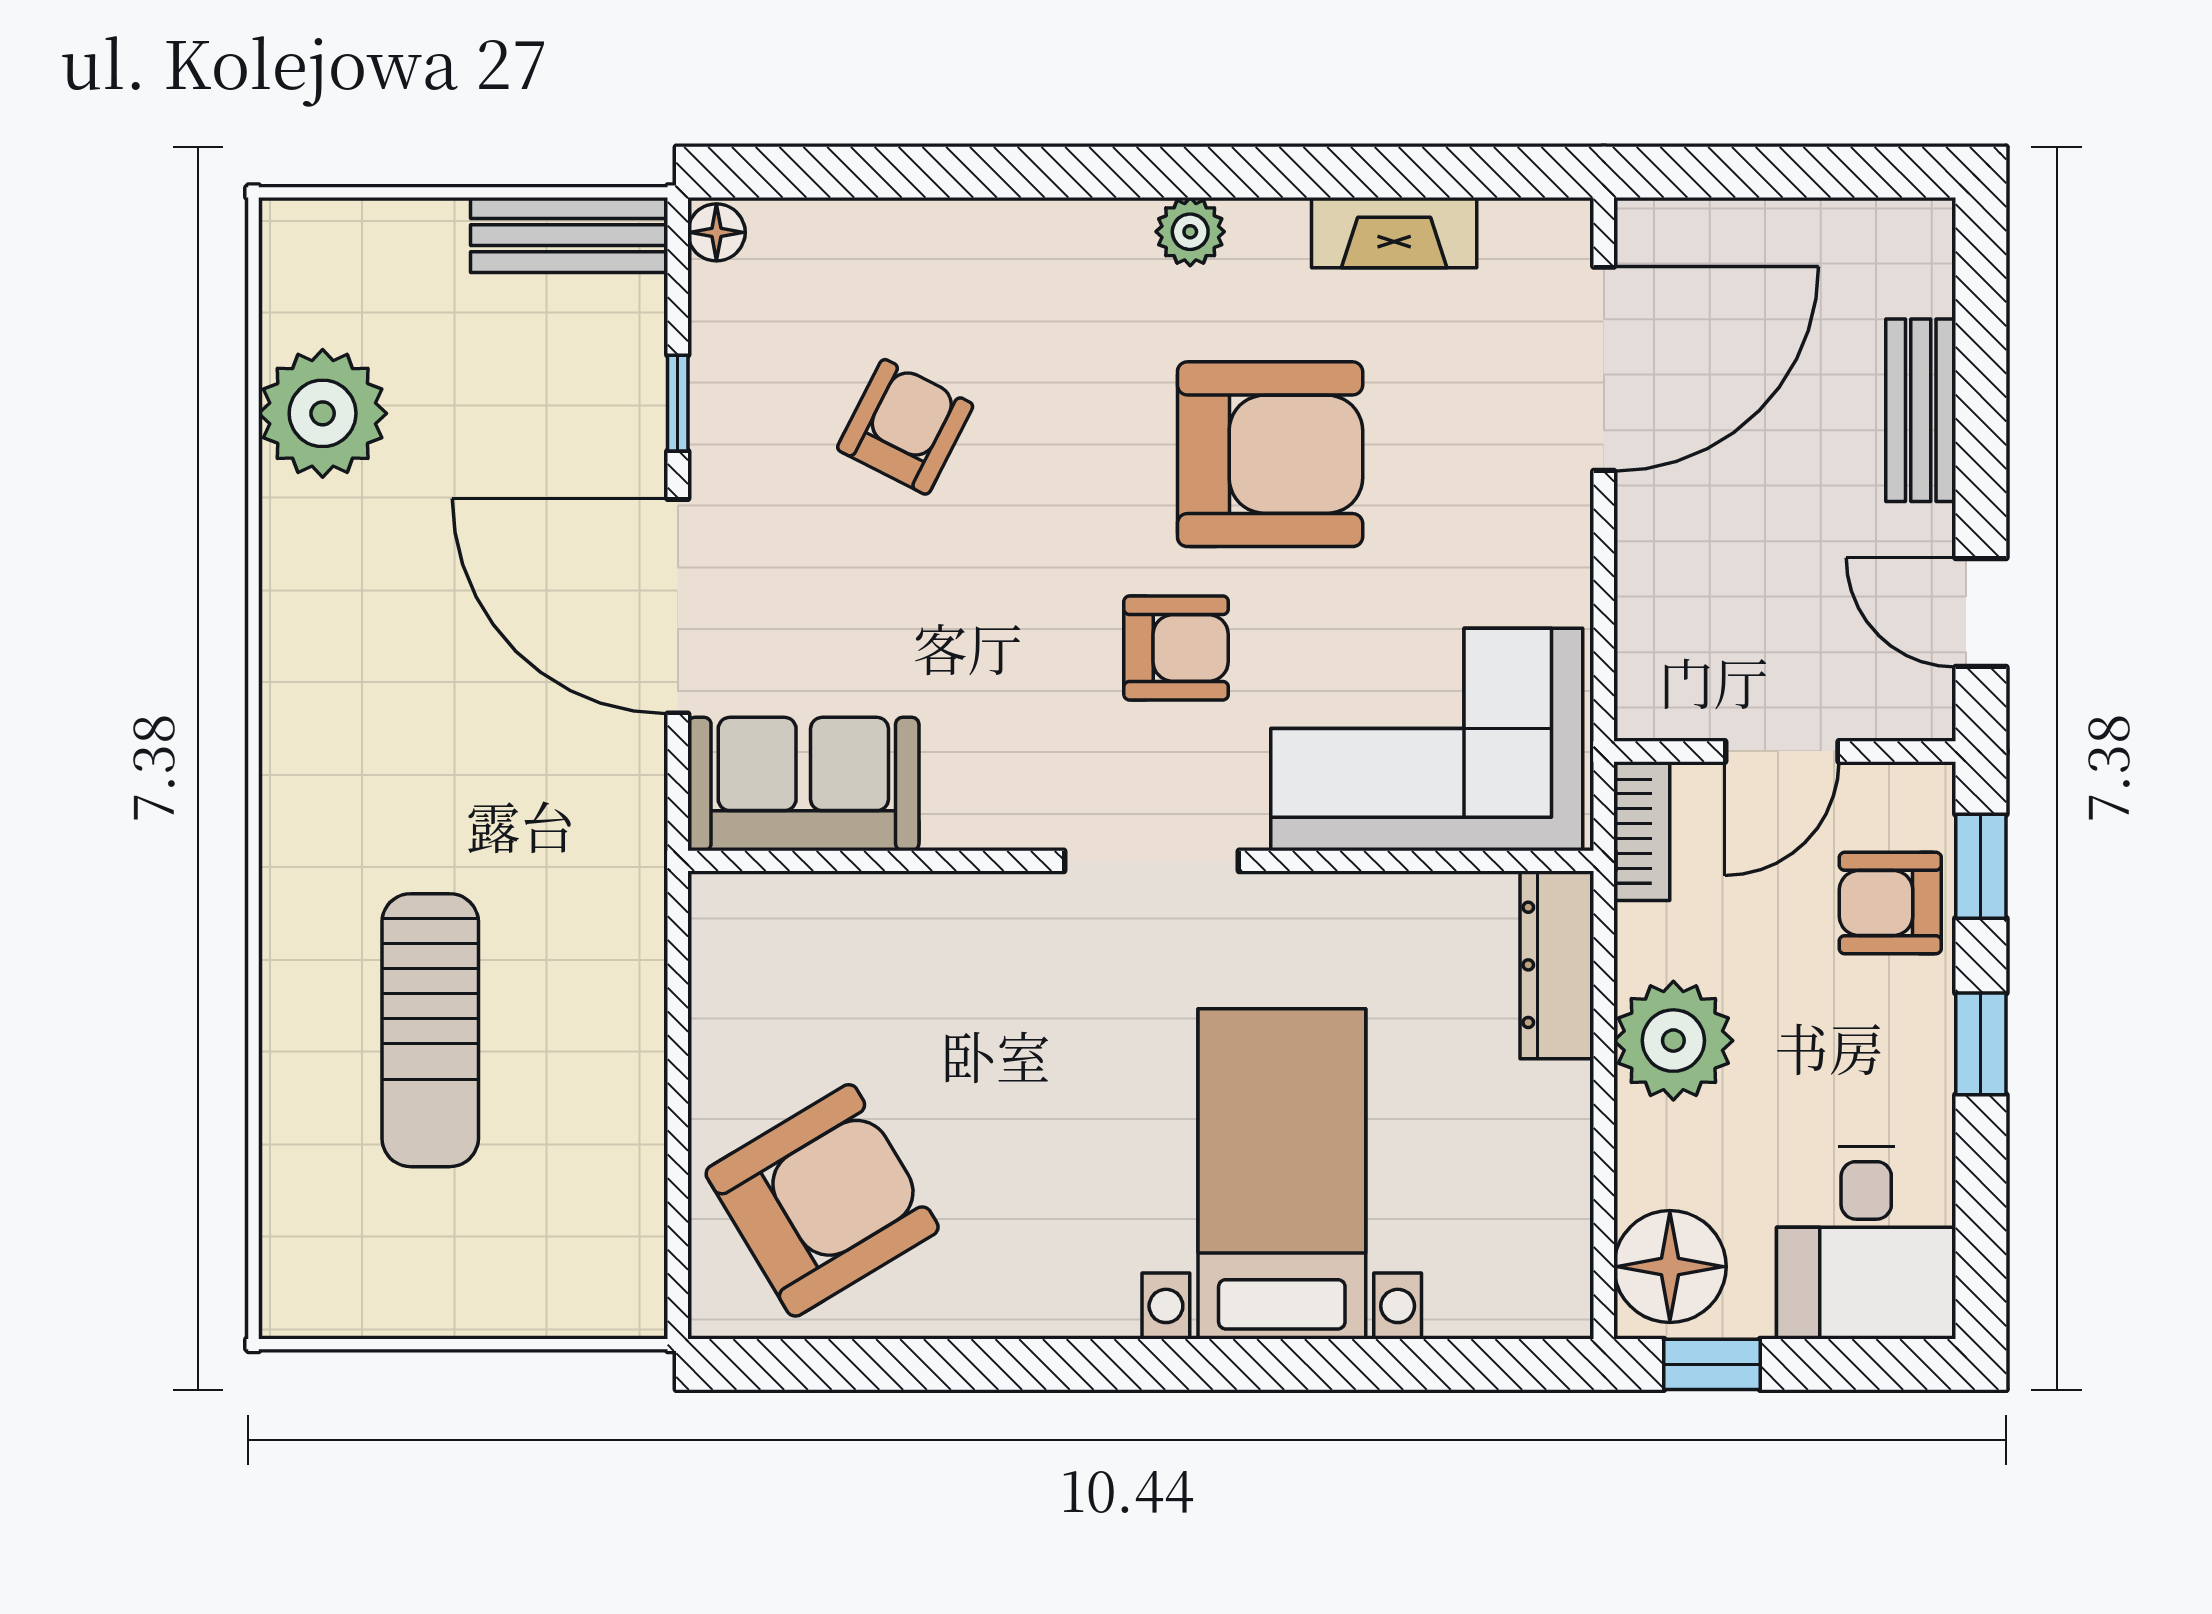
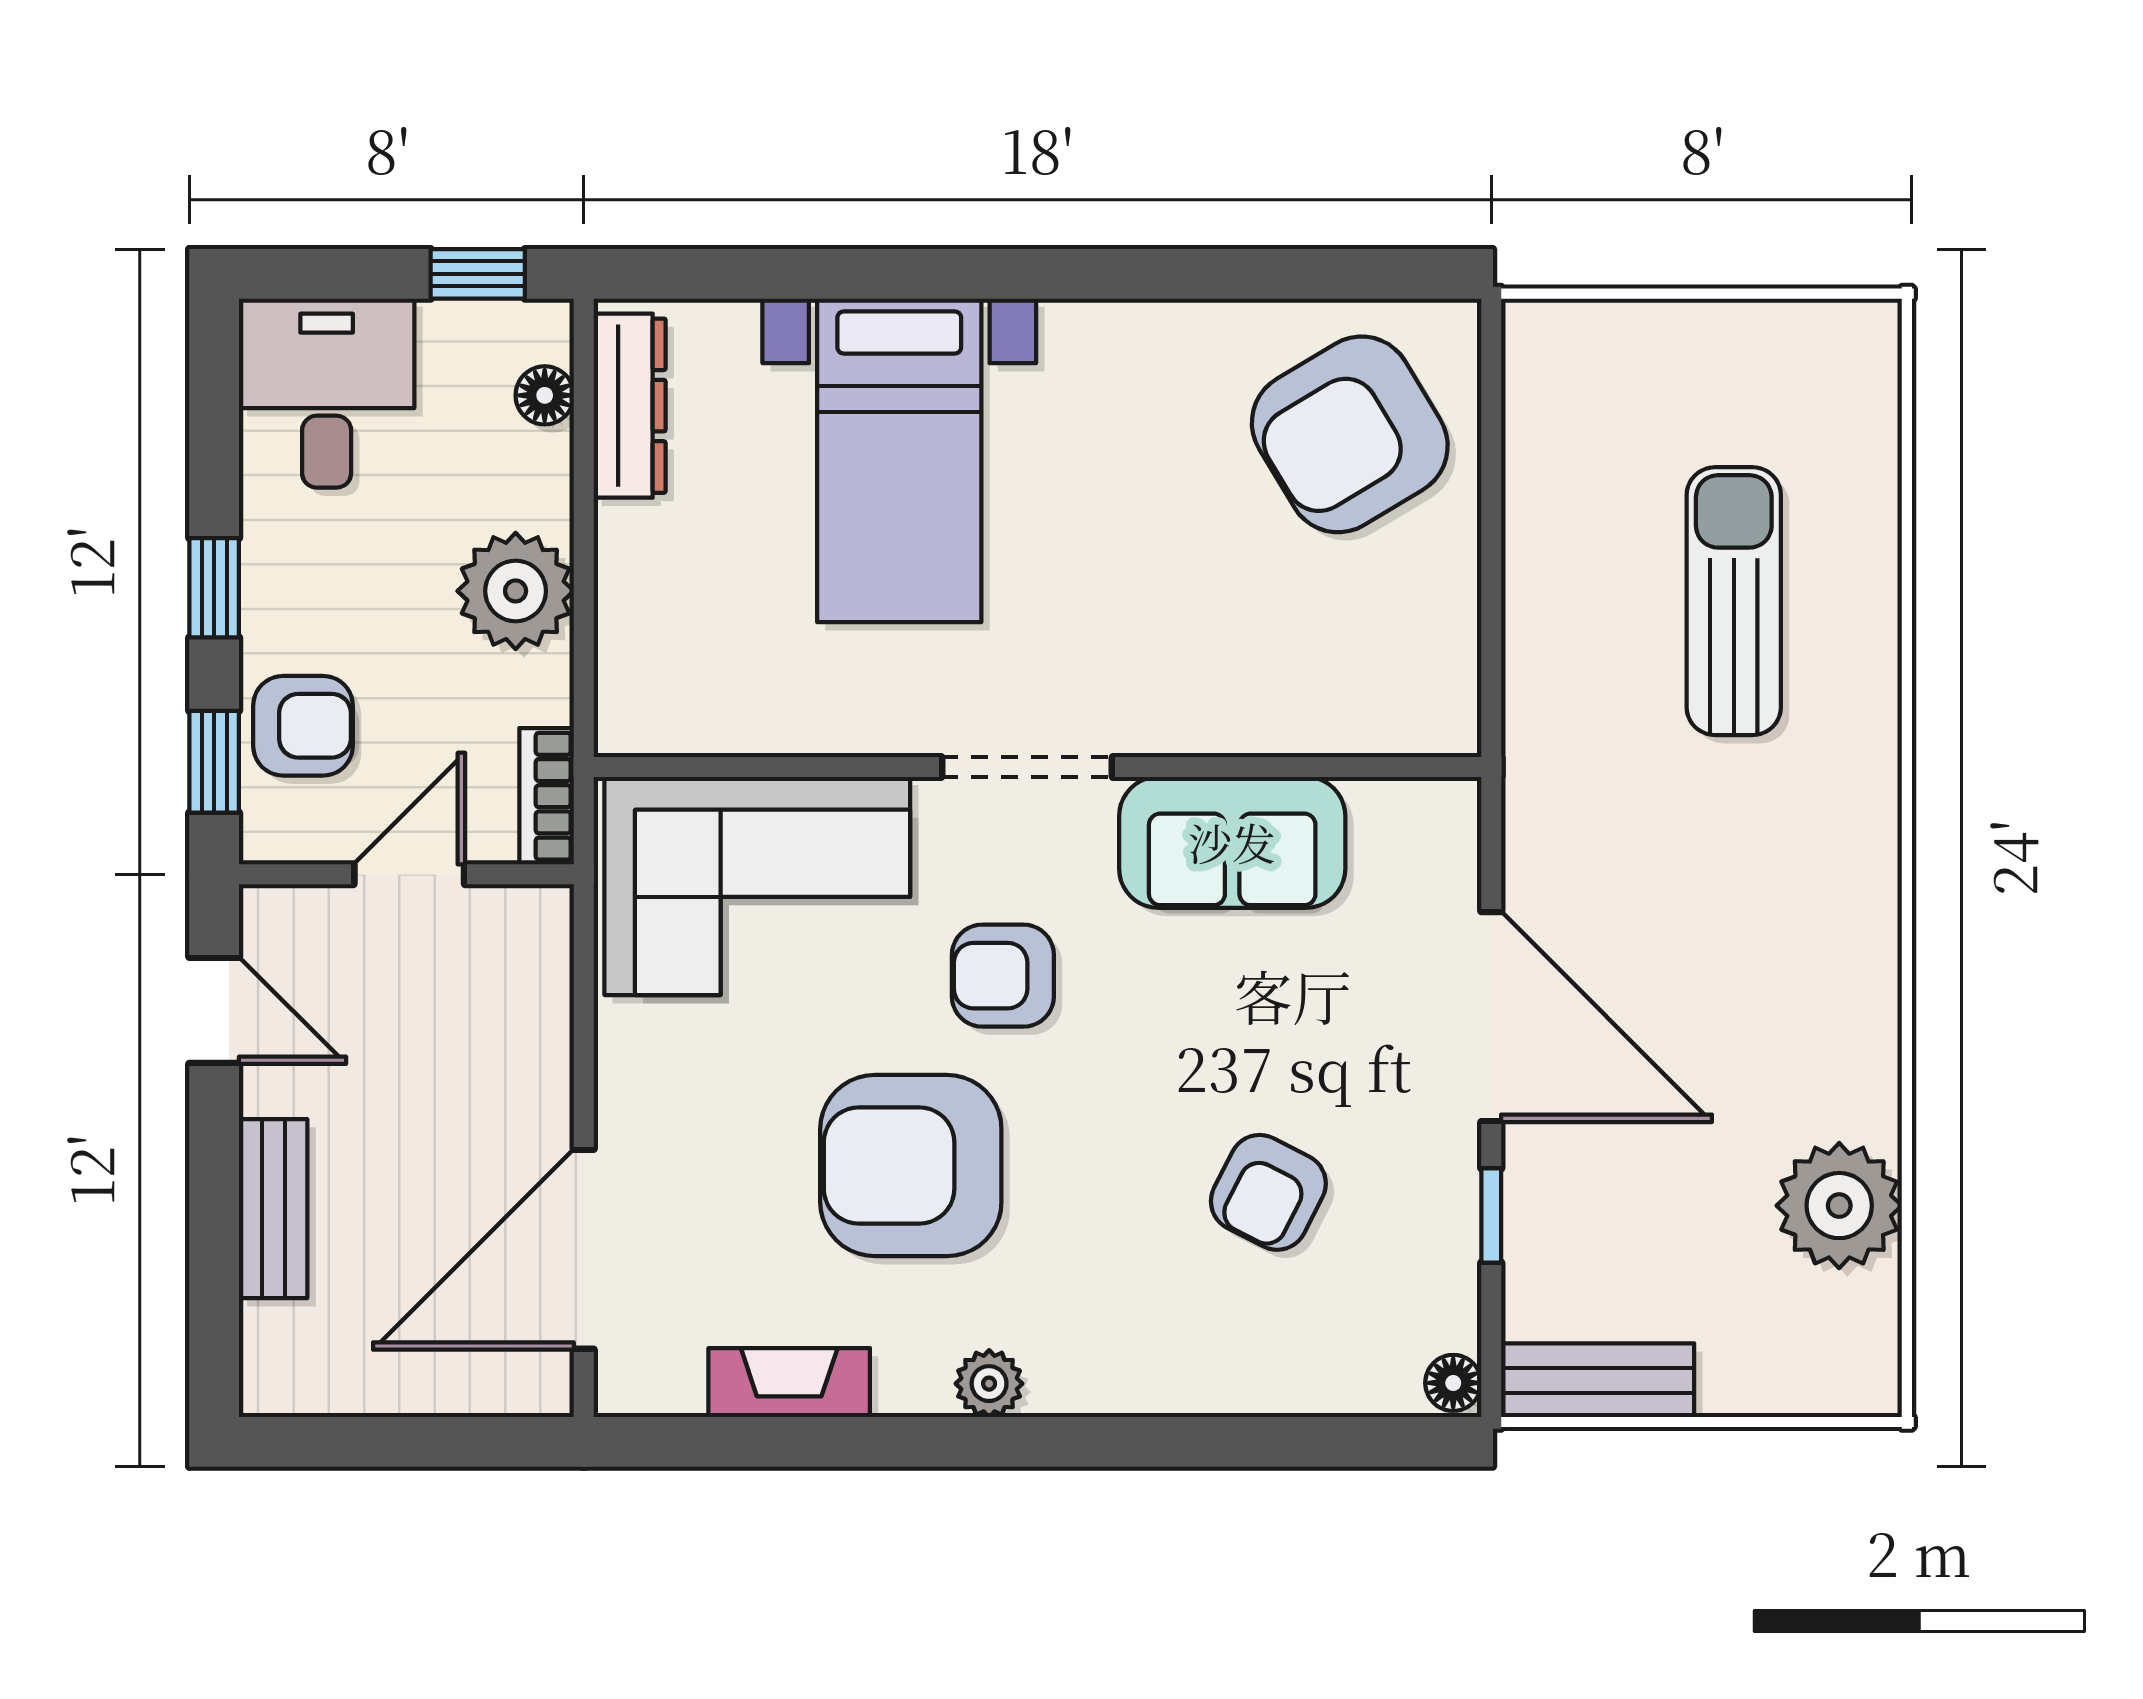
sofa: (803, 784) -> (1232, 842), moved
dresser: (1557, 965) -> (630, 406), moved
floor lamp: (1670, 1267) -> (545, 395), width x0.53, depth x0.53

